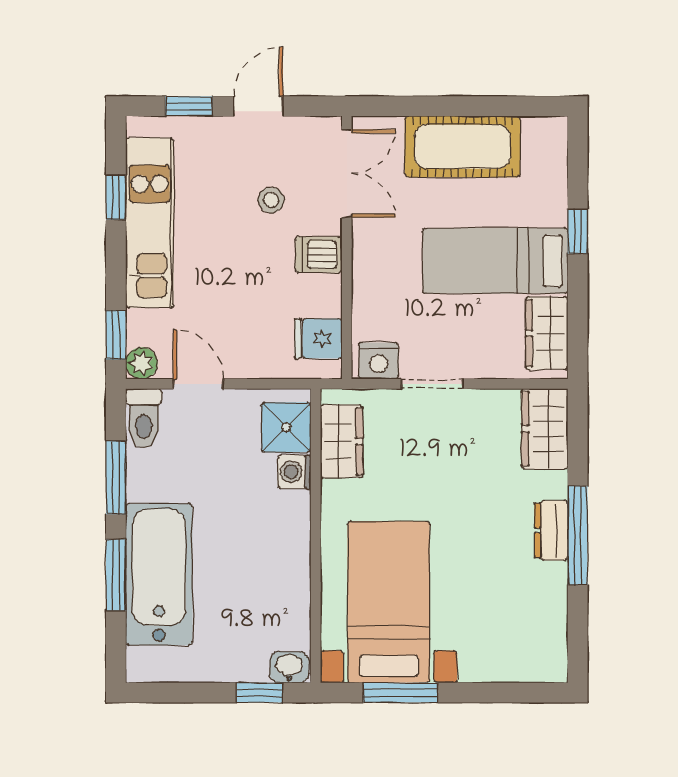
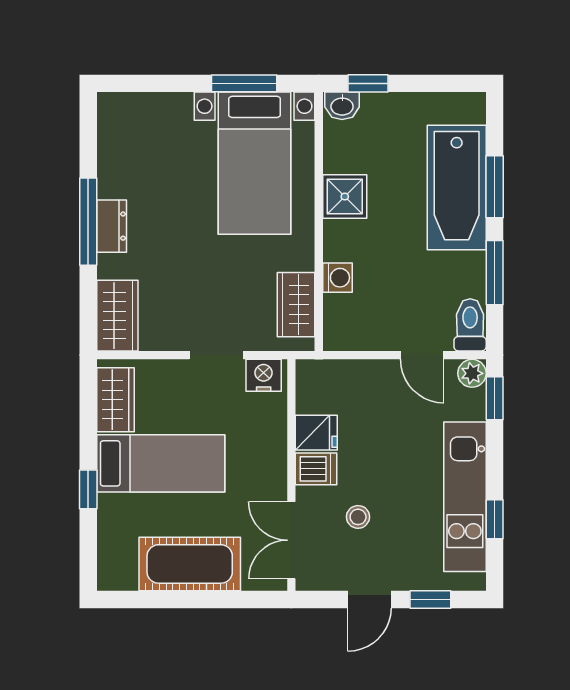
fridge: (318, 339) -> (316, 433), moved
shower: (286, 427) -> (345, 196), moved

